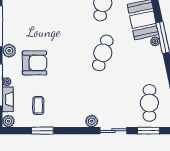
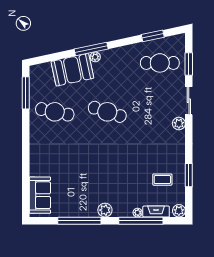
armchair: (35, 63) -> (118, 183), removed

